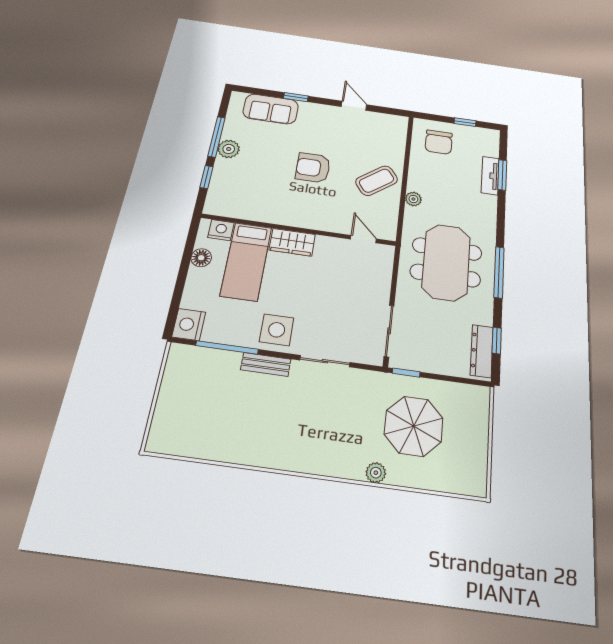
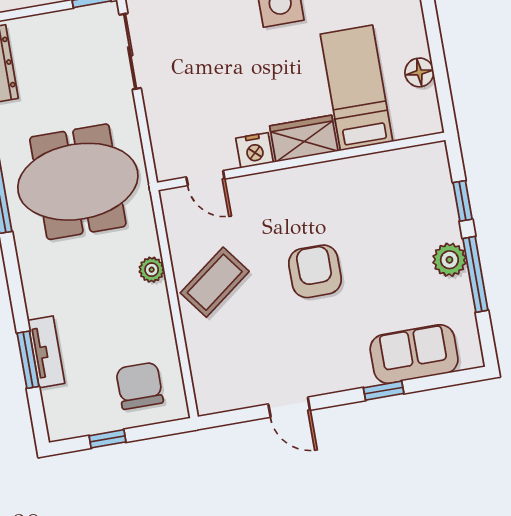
armchair: (313, 168) -> (315, 271), turned -90
nightstand: (221, 230) -> (255, 150), moved
meeting table: (446, 262) -> (78, 182), turned 90

